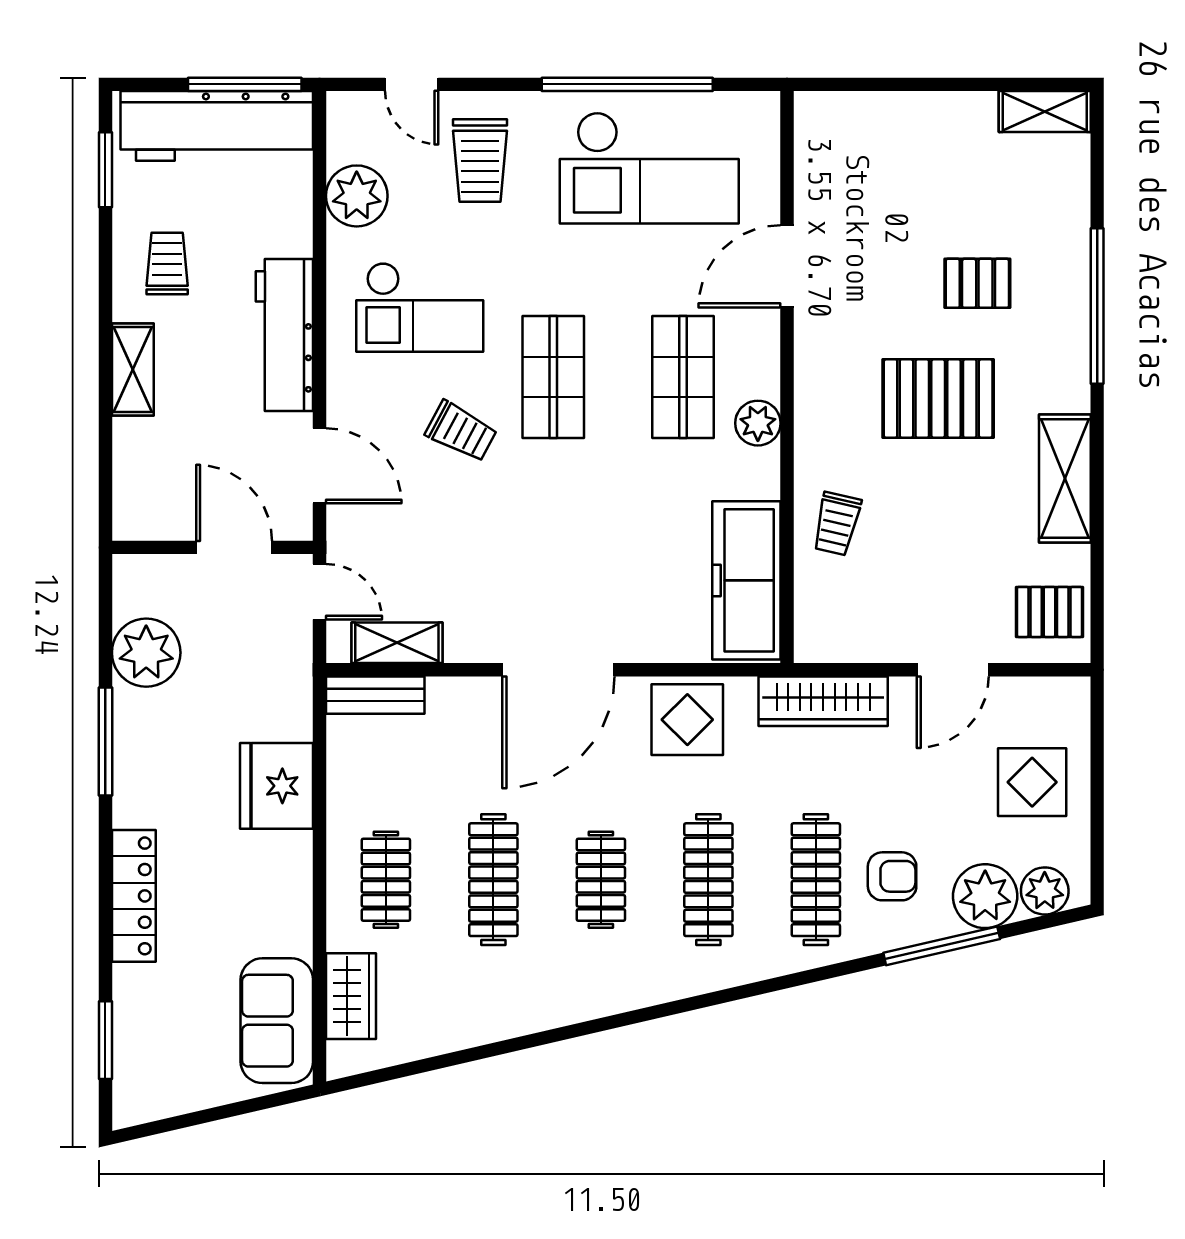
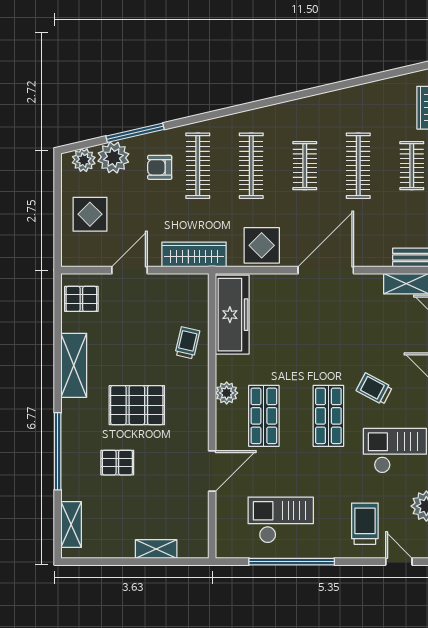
shelving: (899, 110) -> (156, 549), added
shelving: (1045, 112) -> (71, 524), moved, turned 90
checkout: (649, 168) -> (281, 520), width x0.73, depth x0.83

